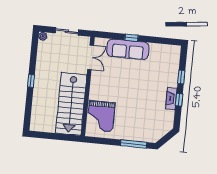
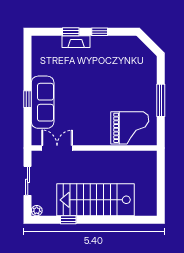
window: (31, 81) -> (68, 220), moved
fireplace: (171, 99) -> (76, 42), moved
stairs: (71, 104) -> (95, 200), moved, turned 180
window: (134, 144) -> (161, 100), moved

